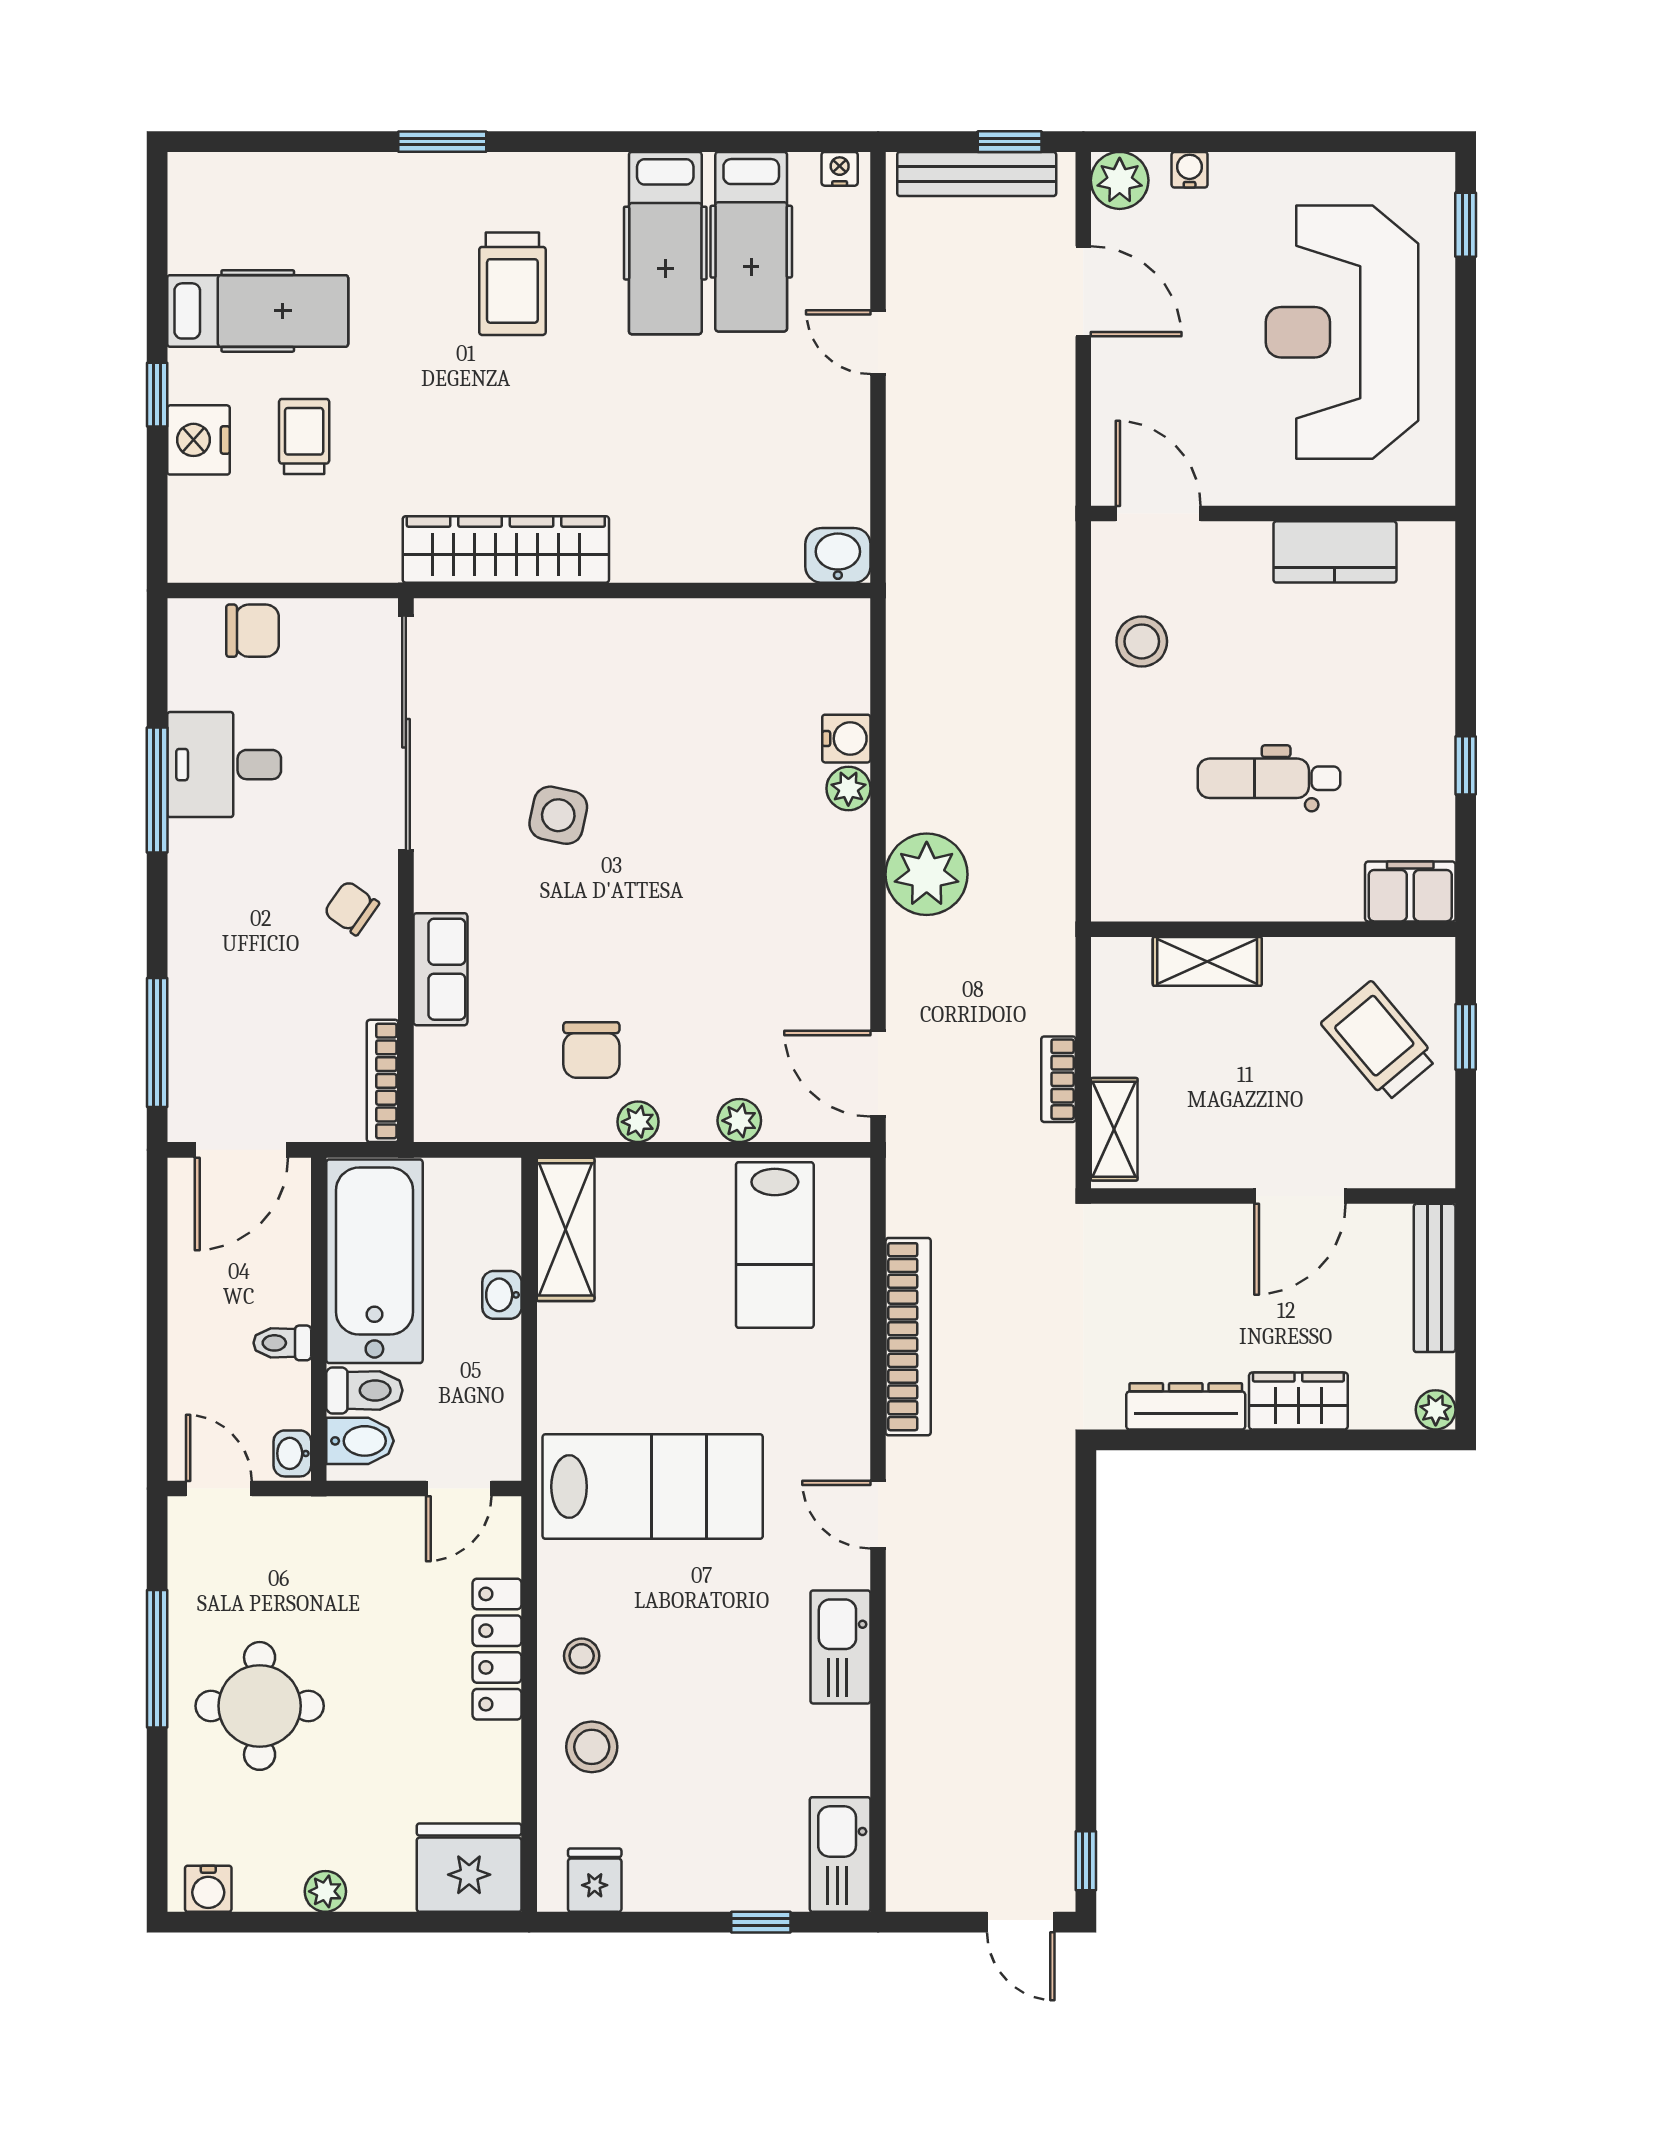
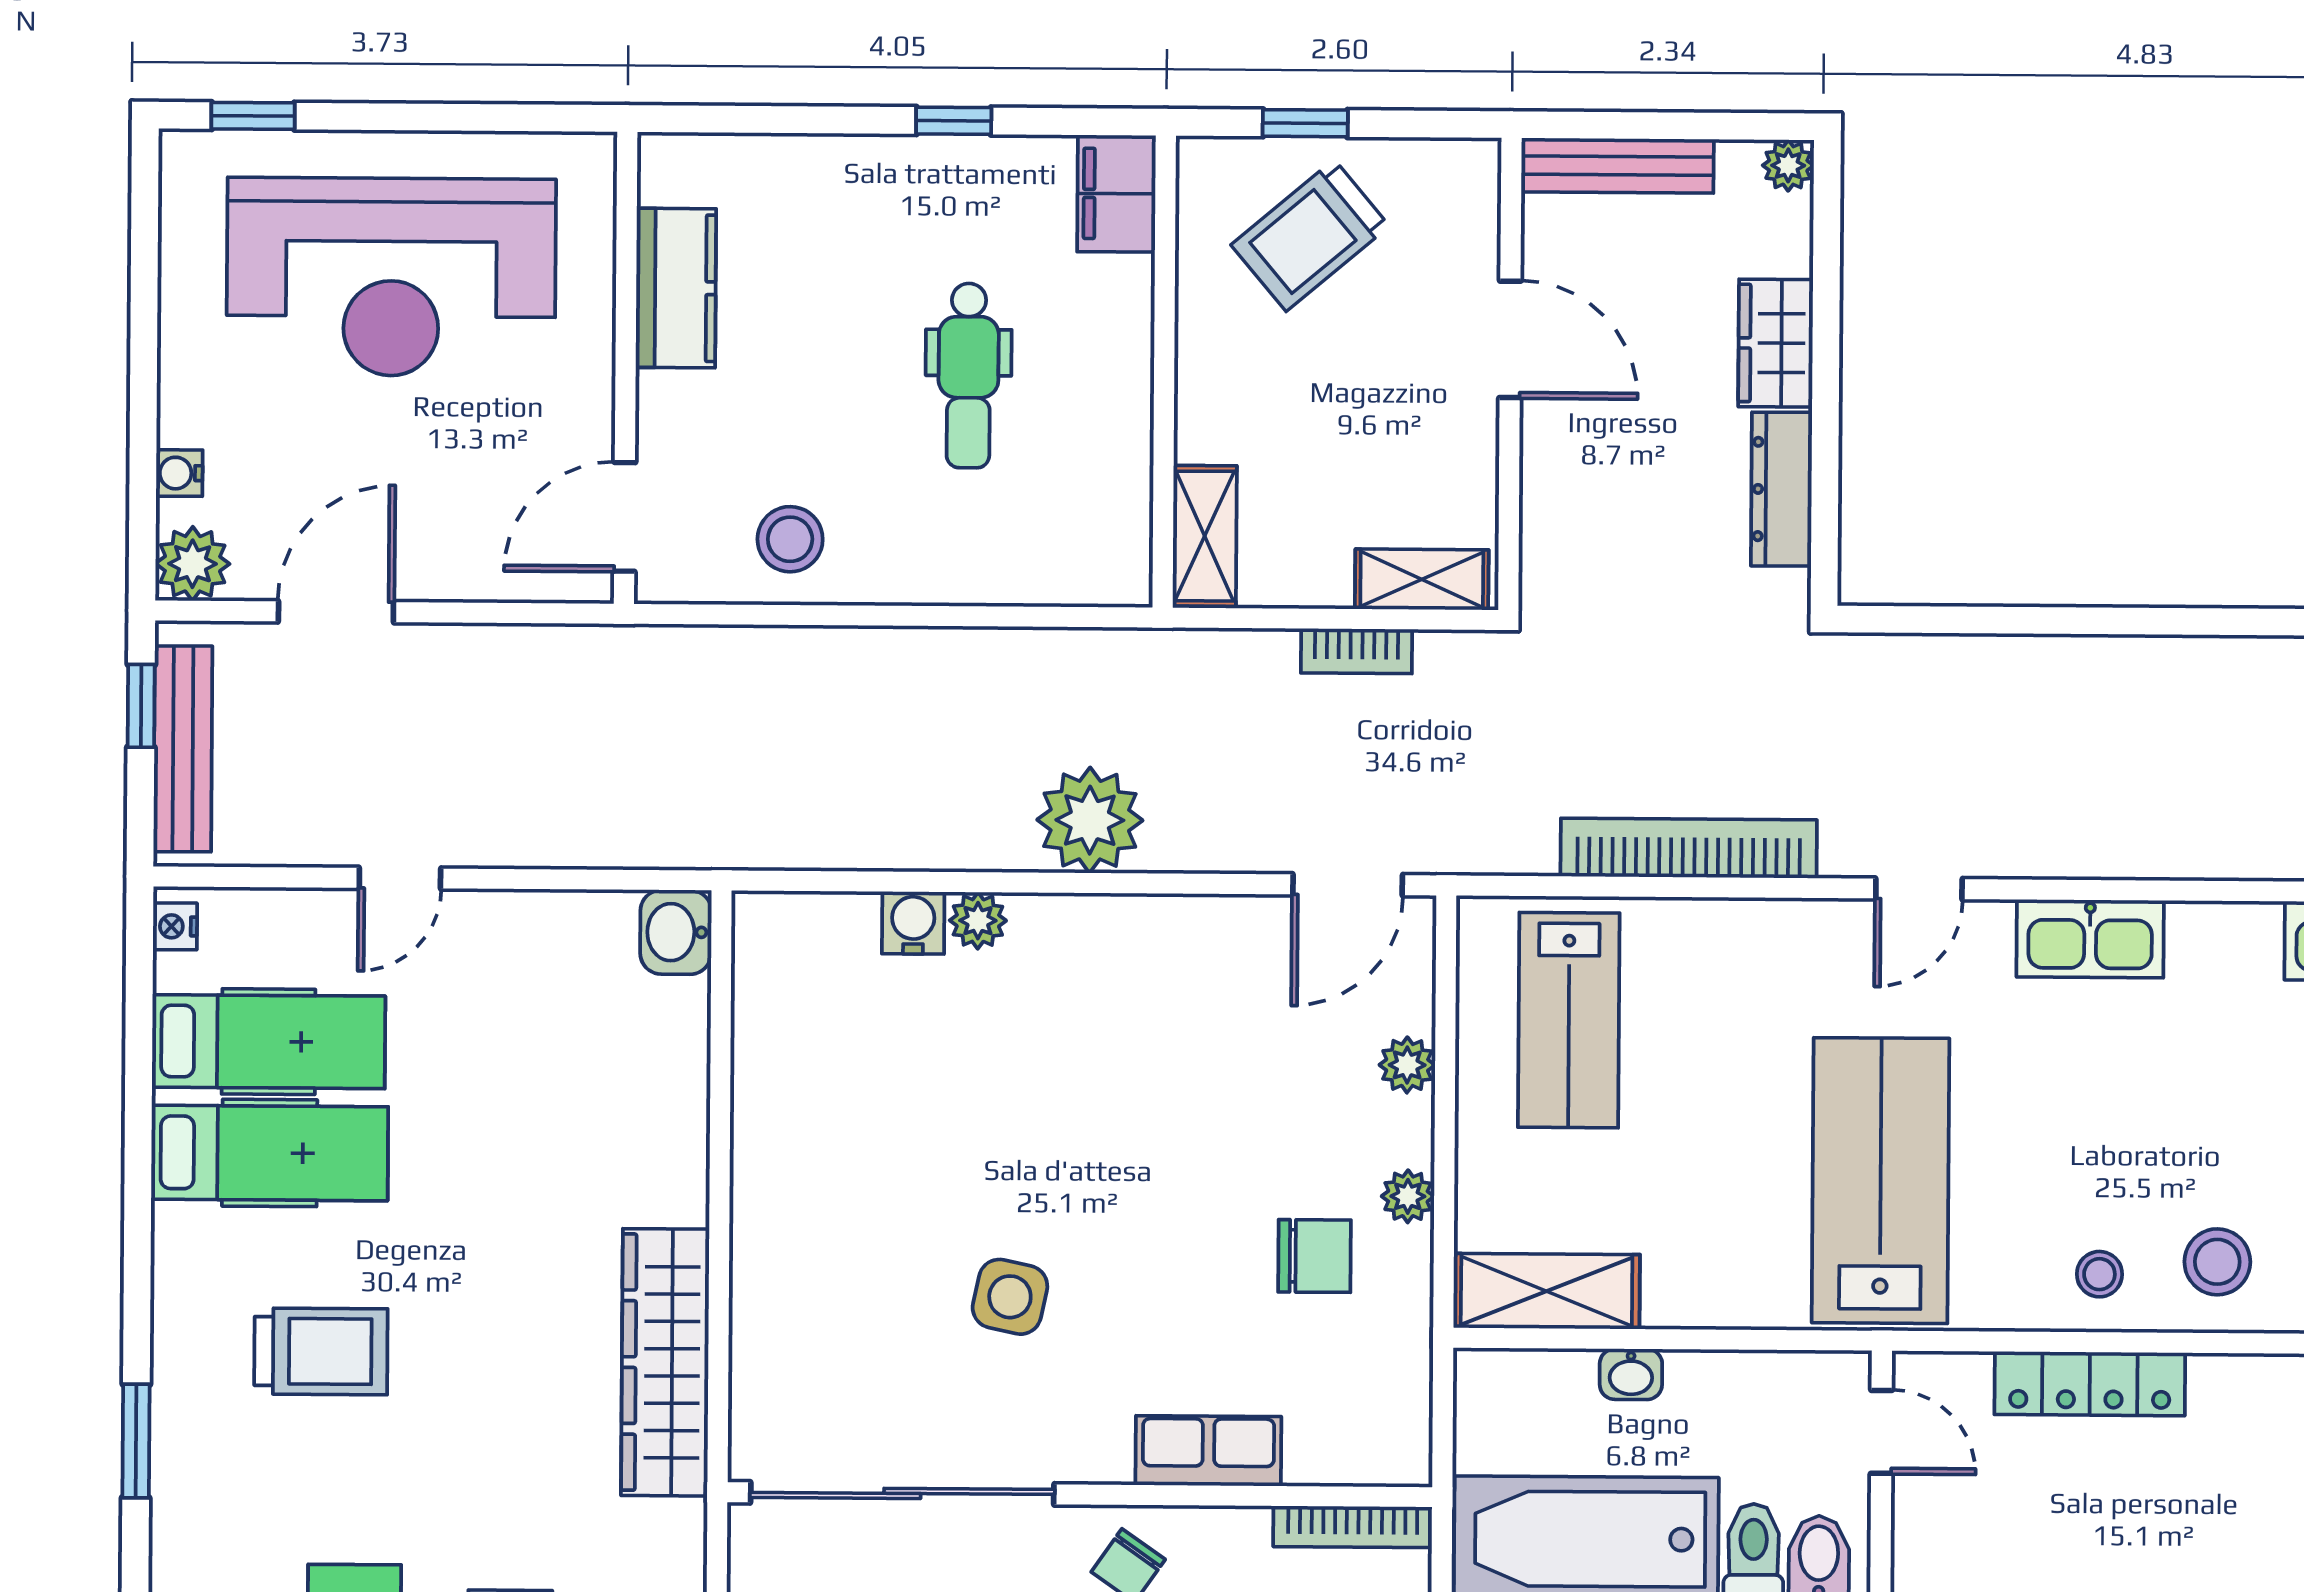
shelving: (1207, 961) -> (1205, 536), moved
lab bench: (775, 1245) -> (1569, 1020), turned 90

